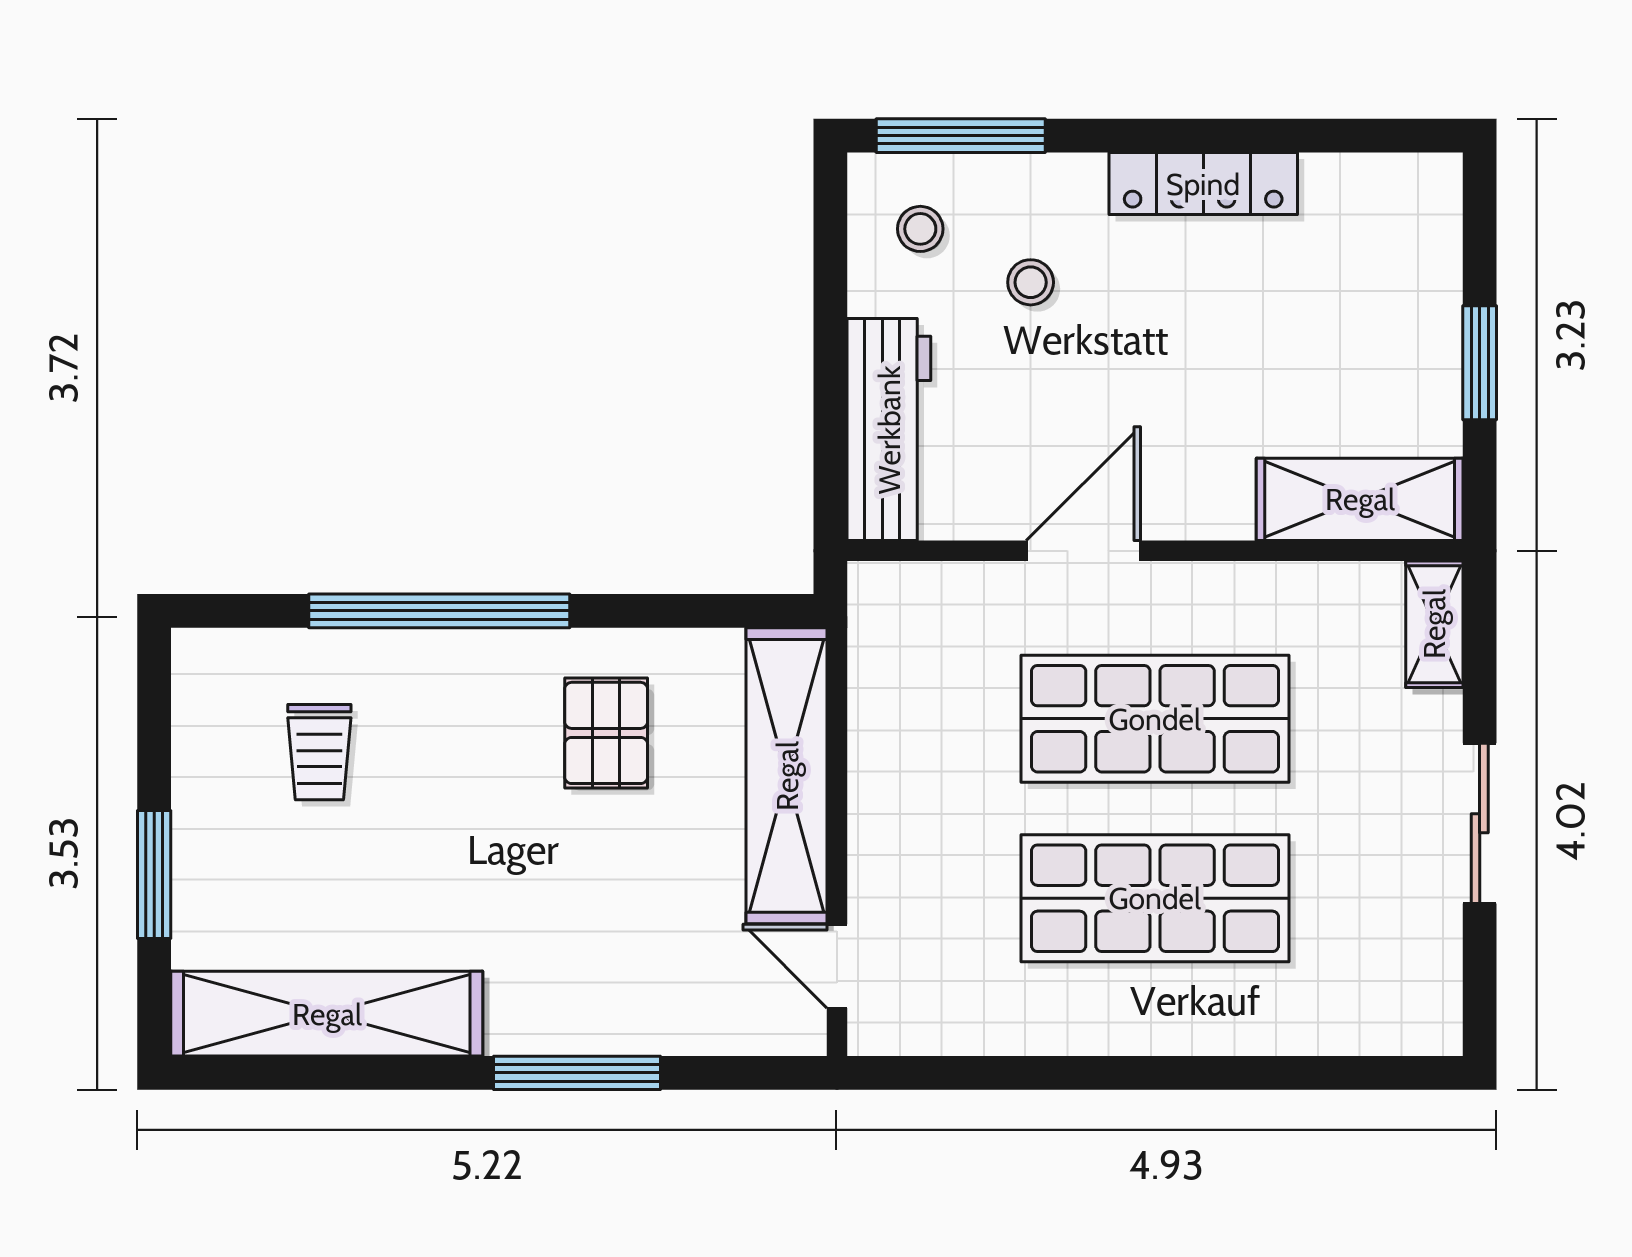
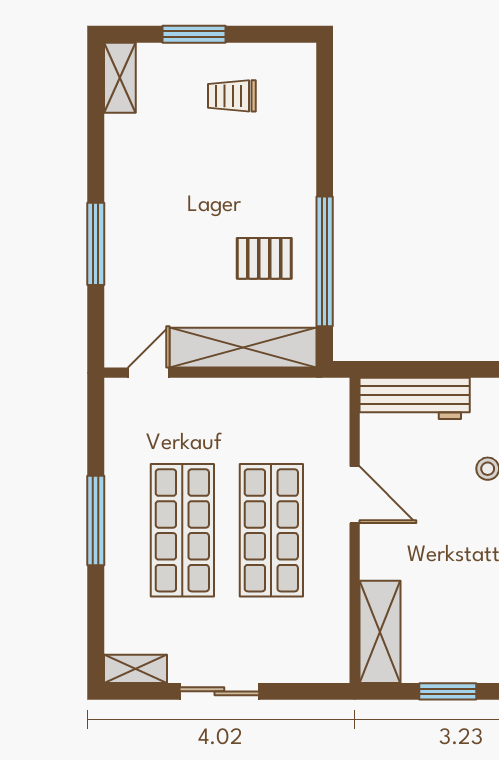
window: (439, 611) -> (325, 261), moved
shelving: (1434, 624) -> (135, 669), moved
trolley: (319, 752) -> (232, 96), moved
shelving: (327, 1014) -> (120, 78), width x0.45, depth x0.75
window: (1135, 1073) -> (96, 520), added

